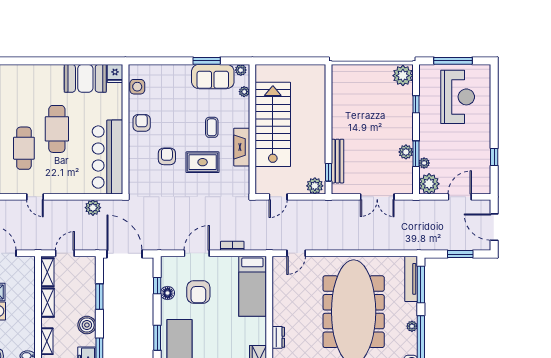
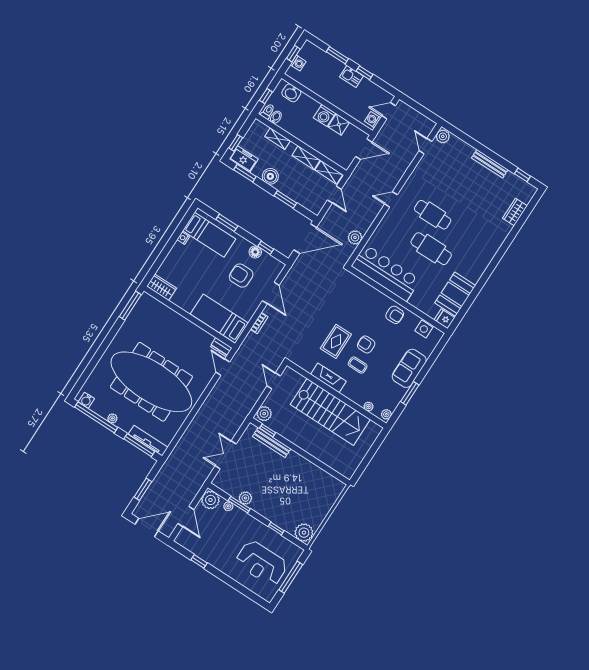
sofa: (213, 77) -> (409, 368), moved
armchair: (167, 156) -> (366, 344), moved, turned 180
dresser: (278, 337) -> (221, 347), moved

